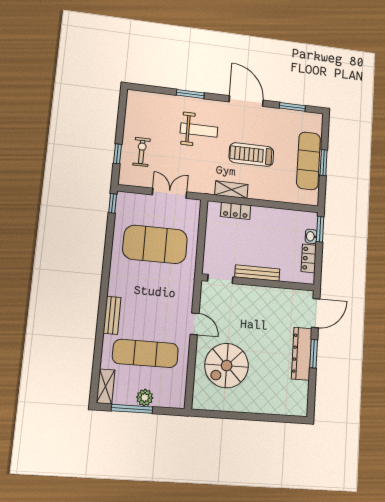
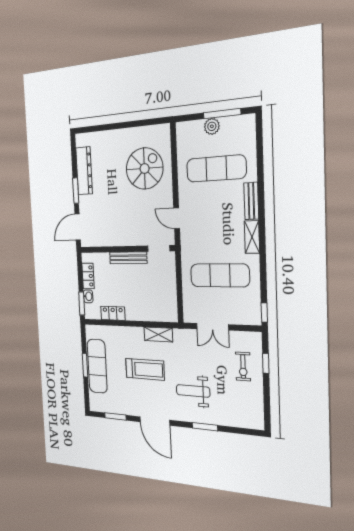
locker: (236, 211) -> (113, 313), moved
exercise mat: (155, 244) -> (220, 275), width x0.68
door: (195, 324) -> (177, 218), moved
dresser: (302, 354) -> (84, 171), moved
shelving: (106, 386) -> (252, 237), moved

